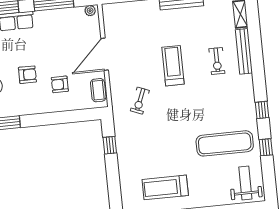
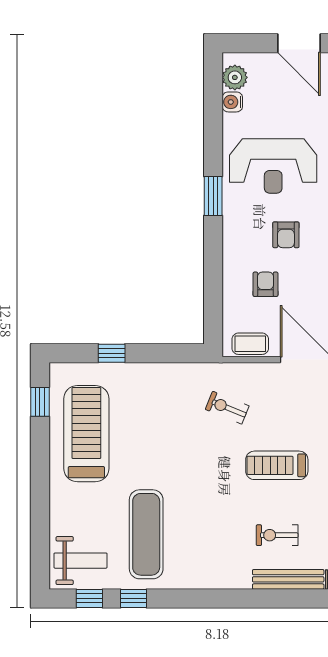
treadmill: (173, 66) -> (277, 465), turned 180
window: (262, 110) -> (89, 598), moved
window: (110, 145) -> (112, 353), moved
treadmill: (165, 187) -> (86, 434), width x1.37, depth x1.38

